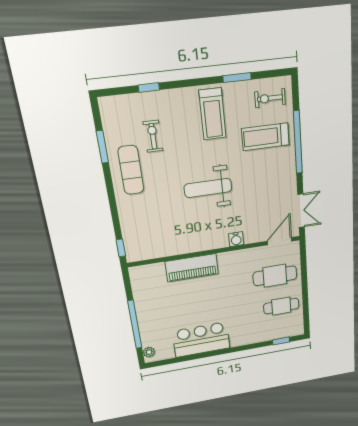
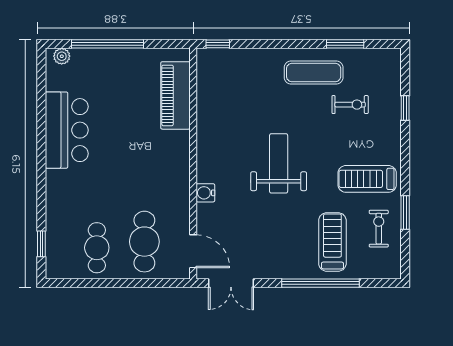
exercise bike: (270, 98) -> (379, 229), moved
piano: (192, 268) -> (175, 95), moved

